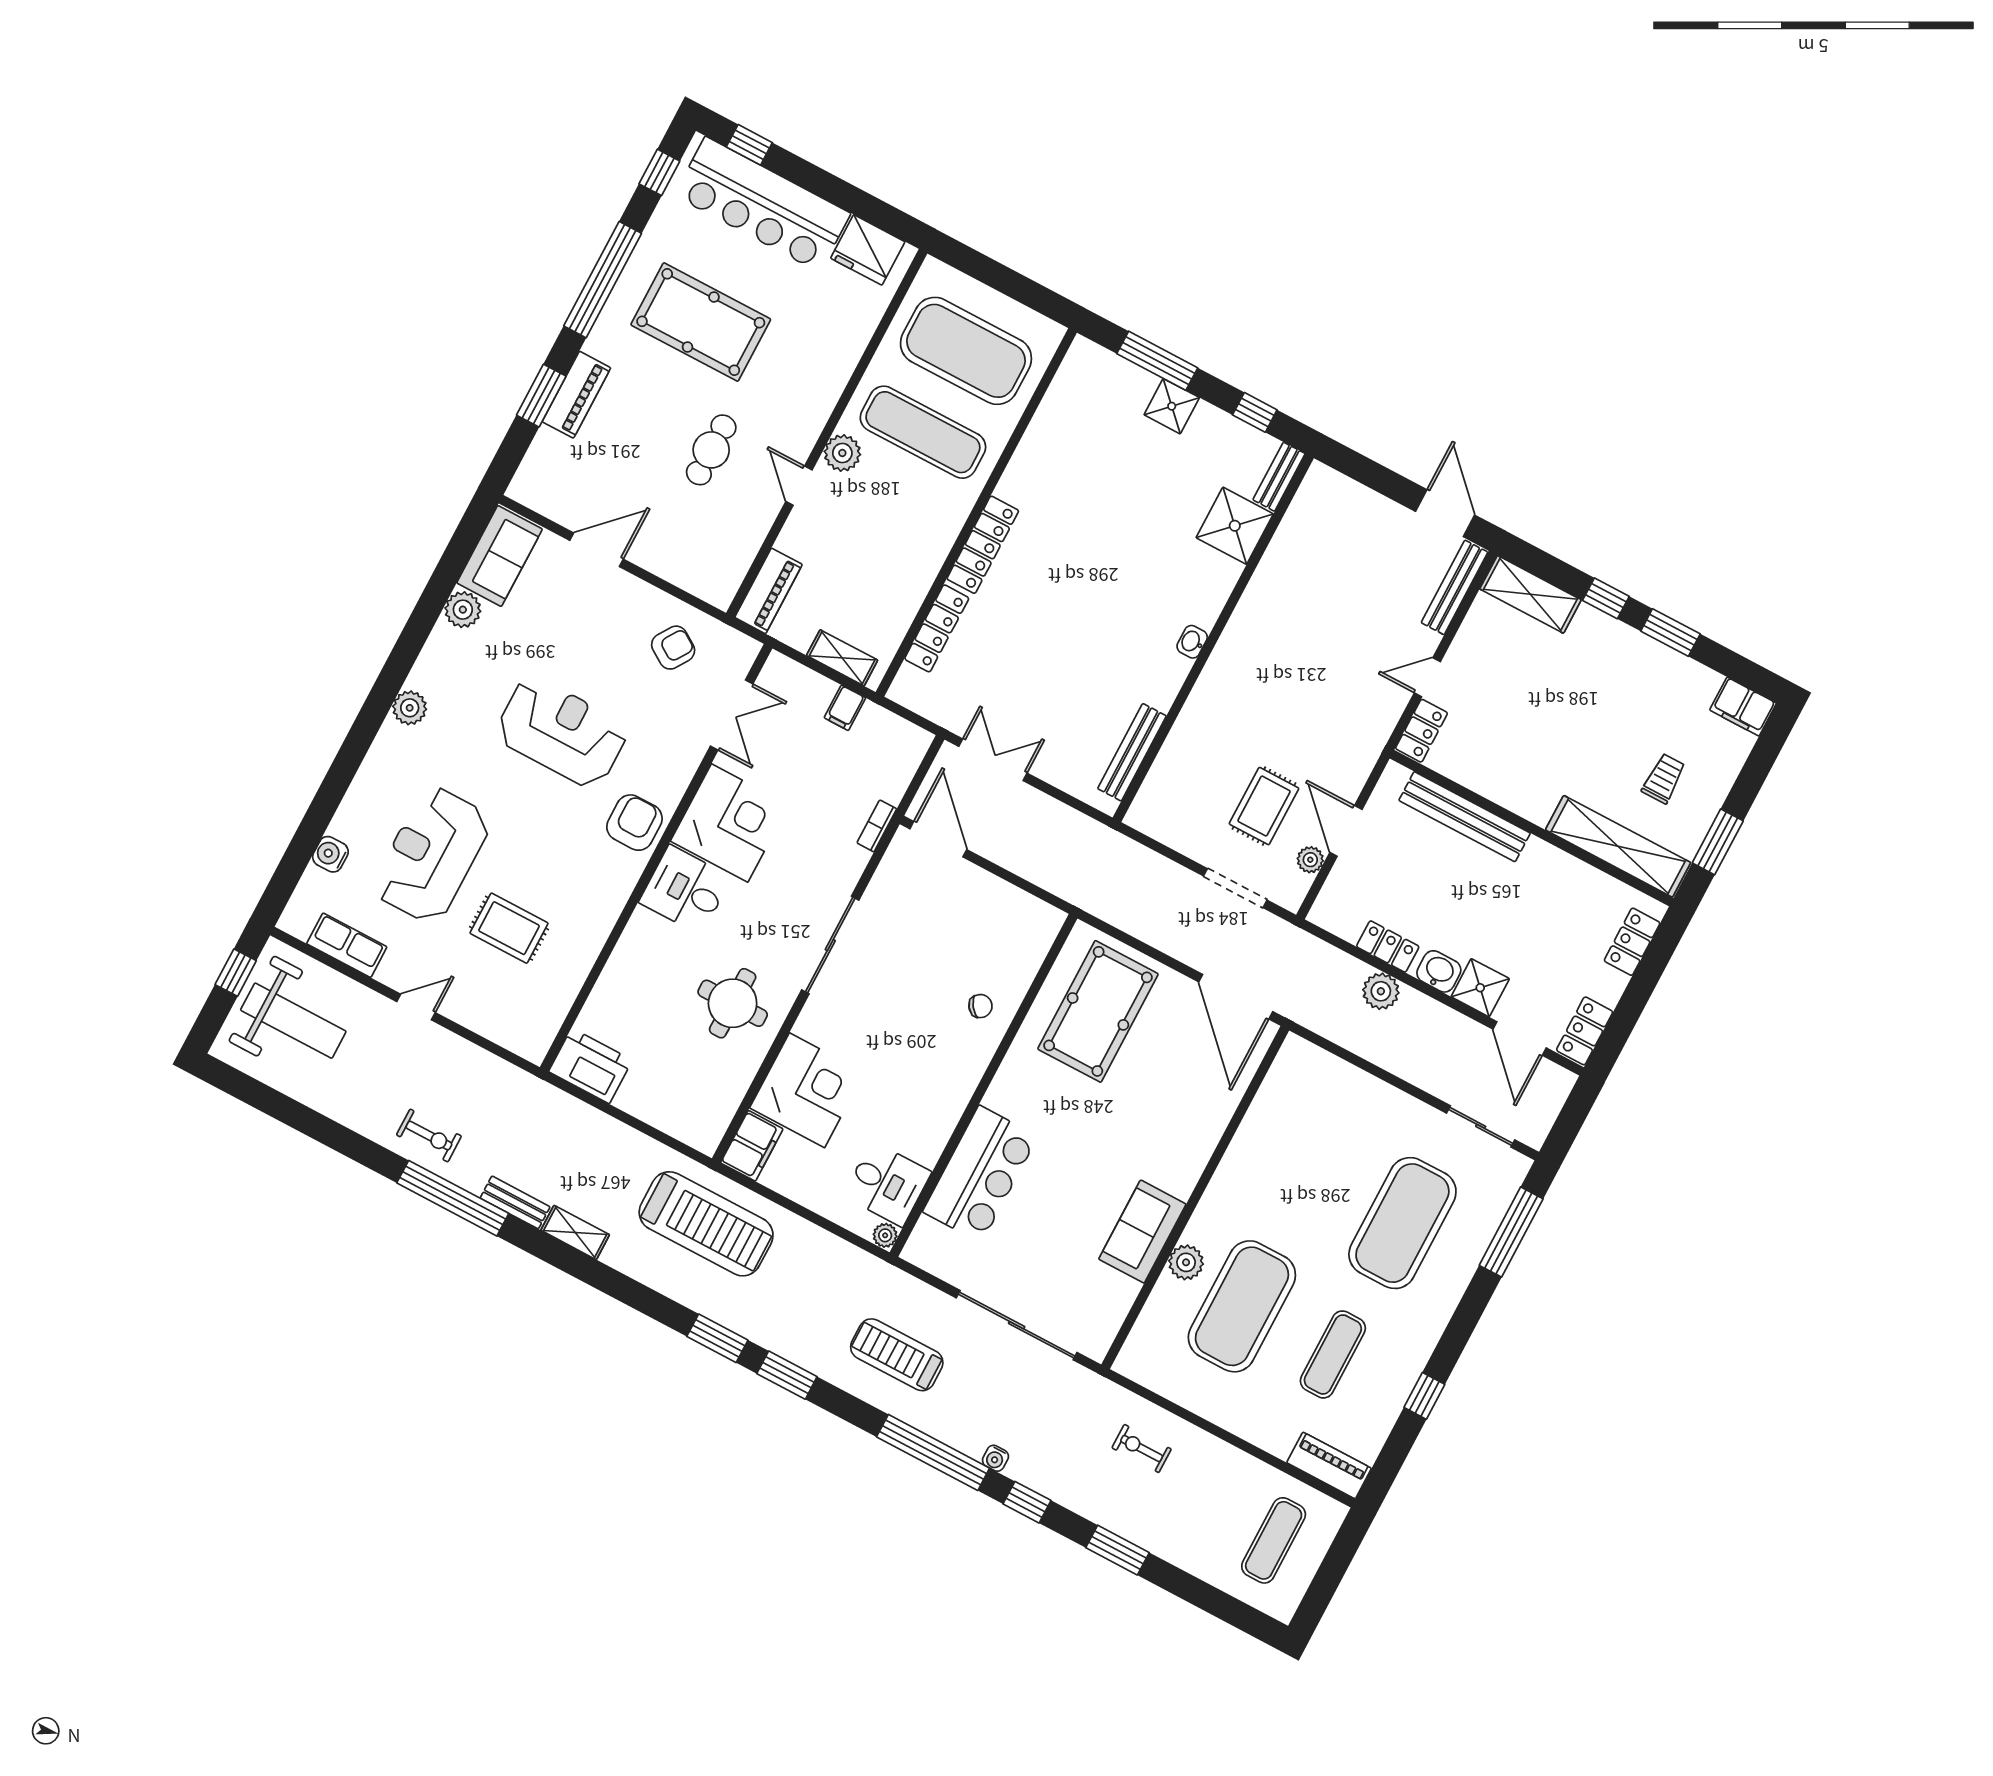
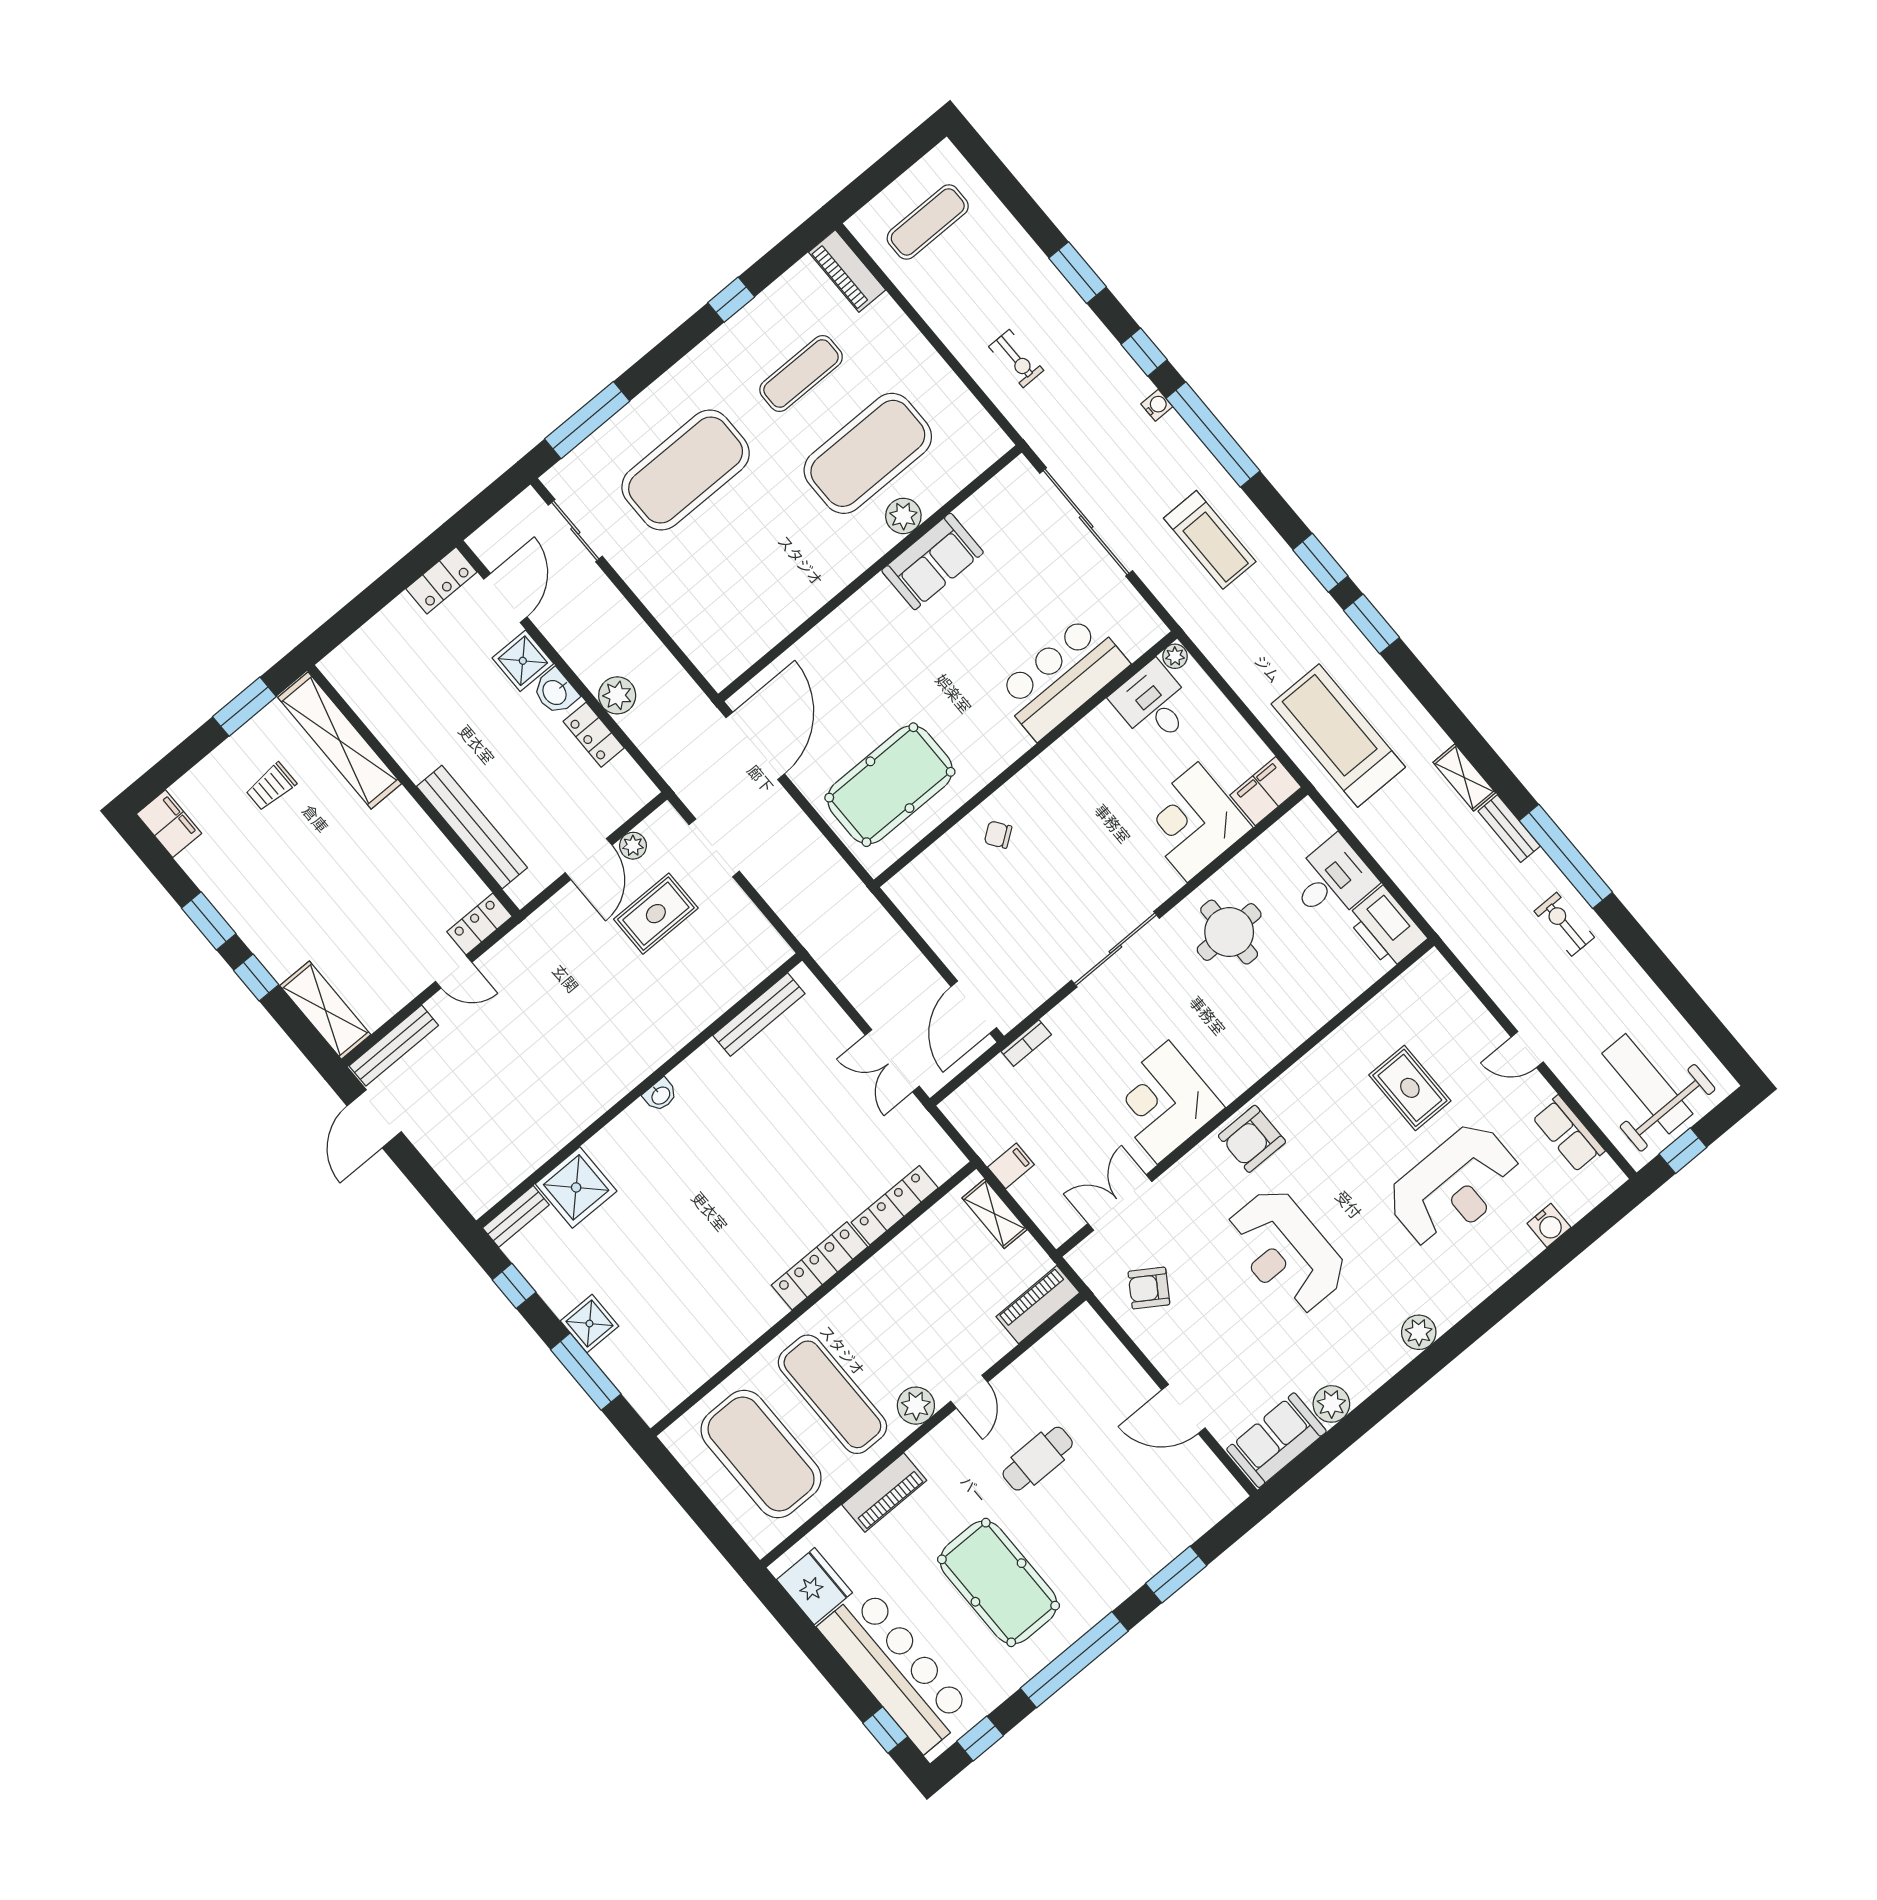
piano: (576, 395) -> (884, 1493), moved, turned 180
desk: (685, 890) -> (1332, 880), moved, turned -90
locker: (1632, 942) -> (363, 646), removed

